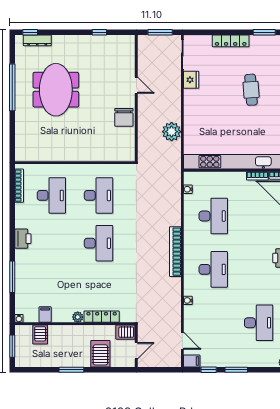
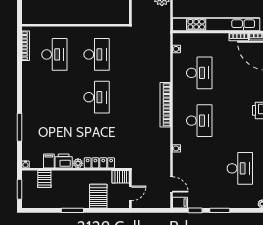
printer: (23, 239) -> (64, 161), moved, turned -90

